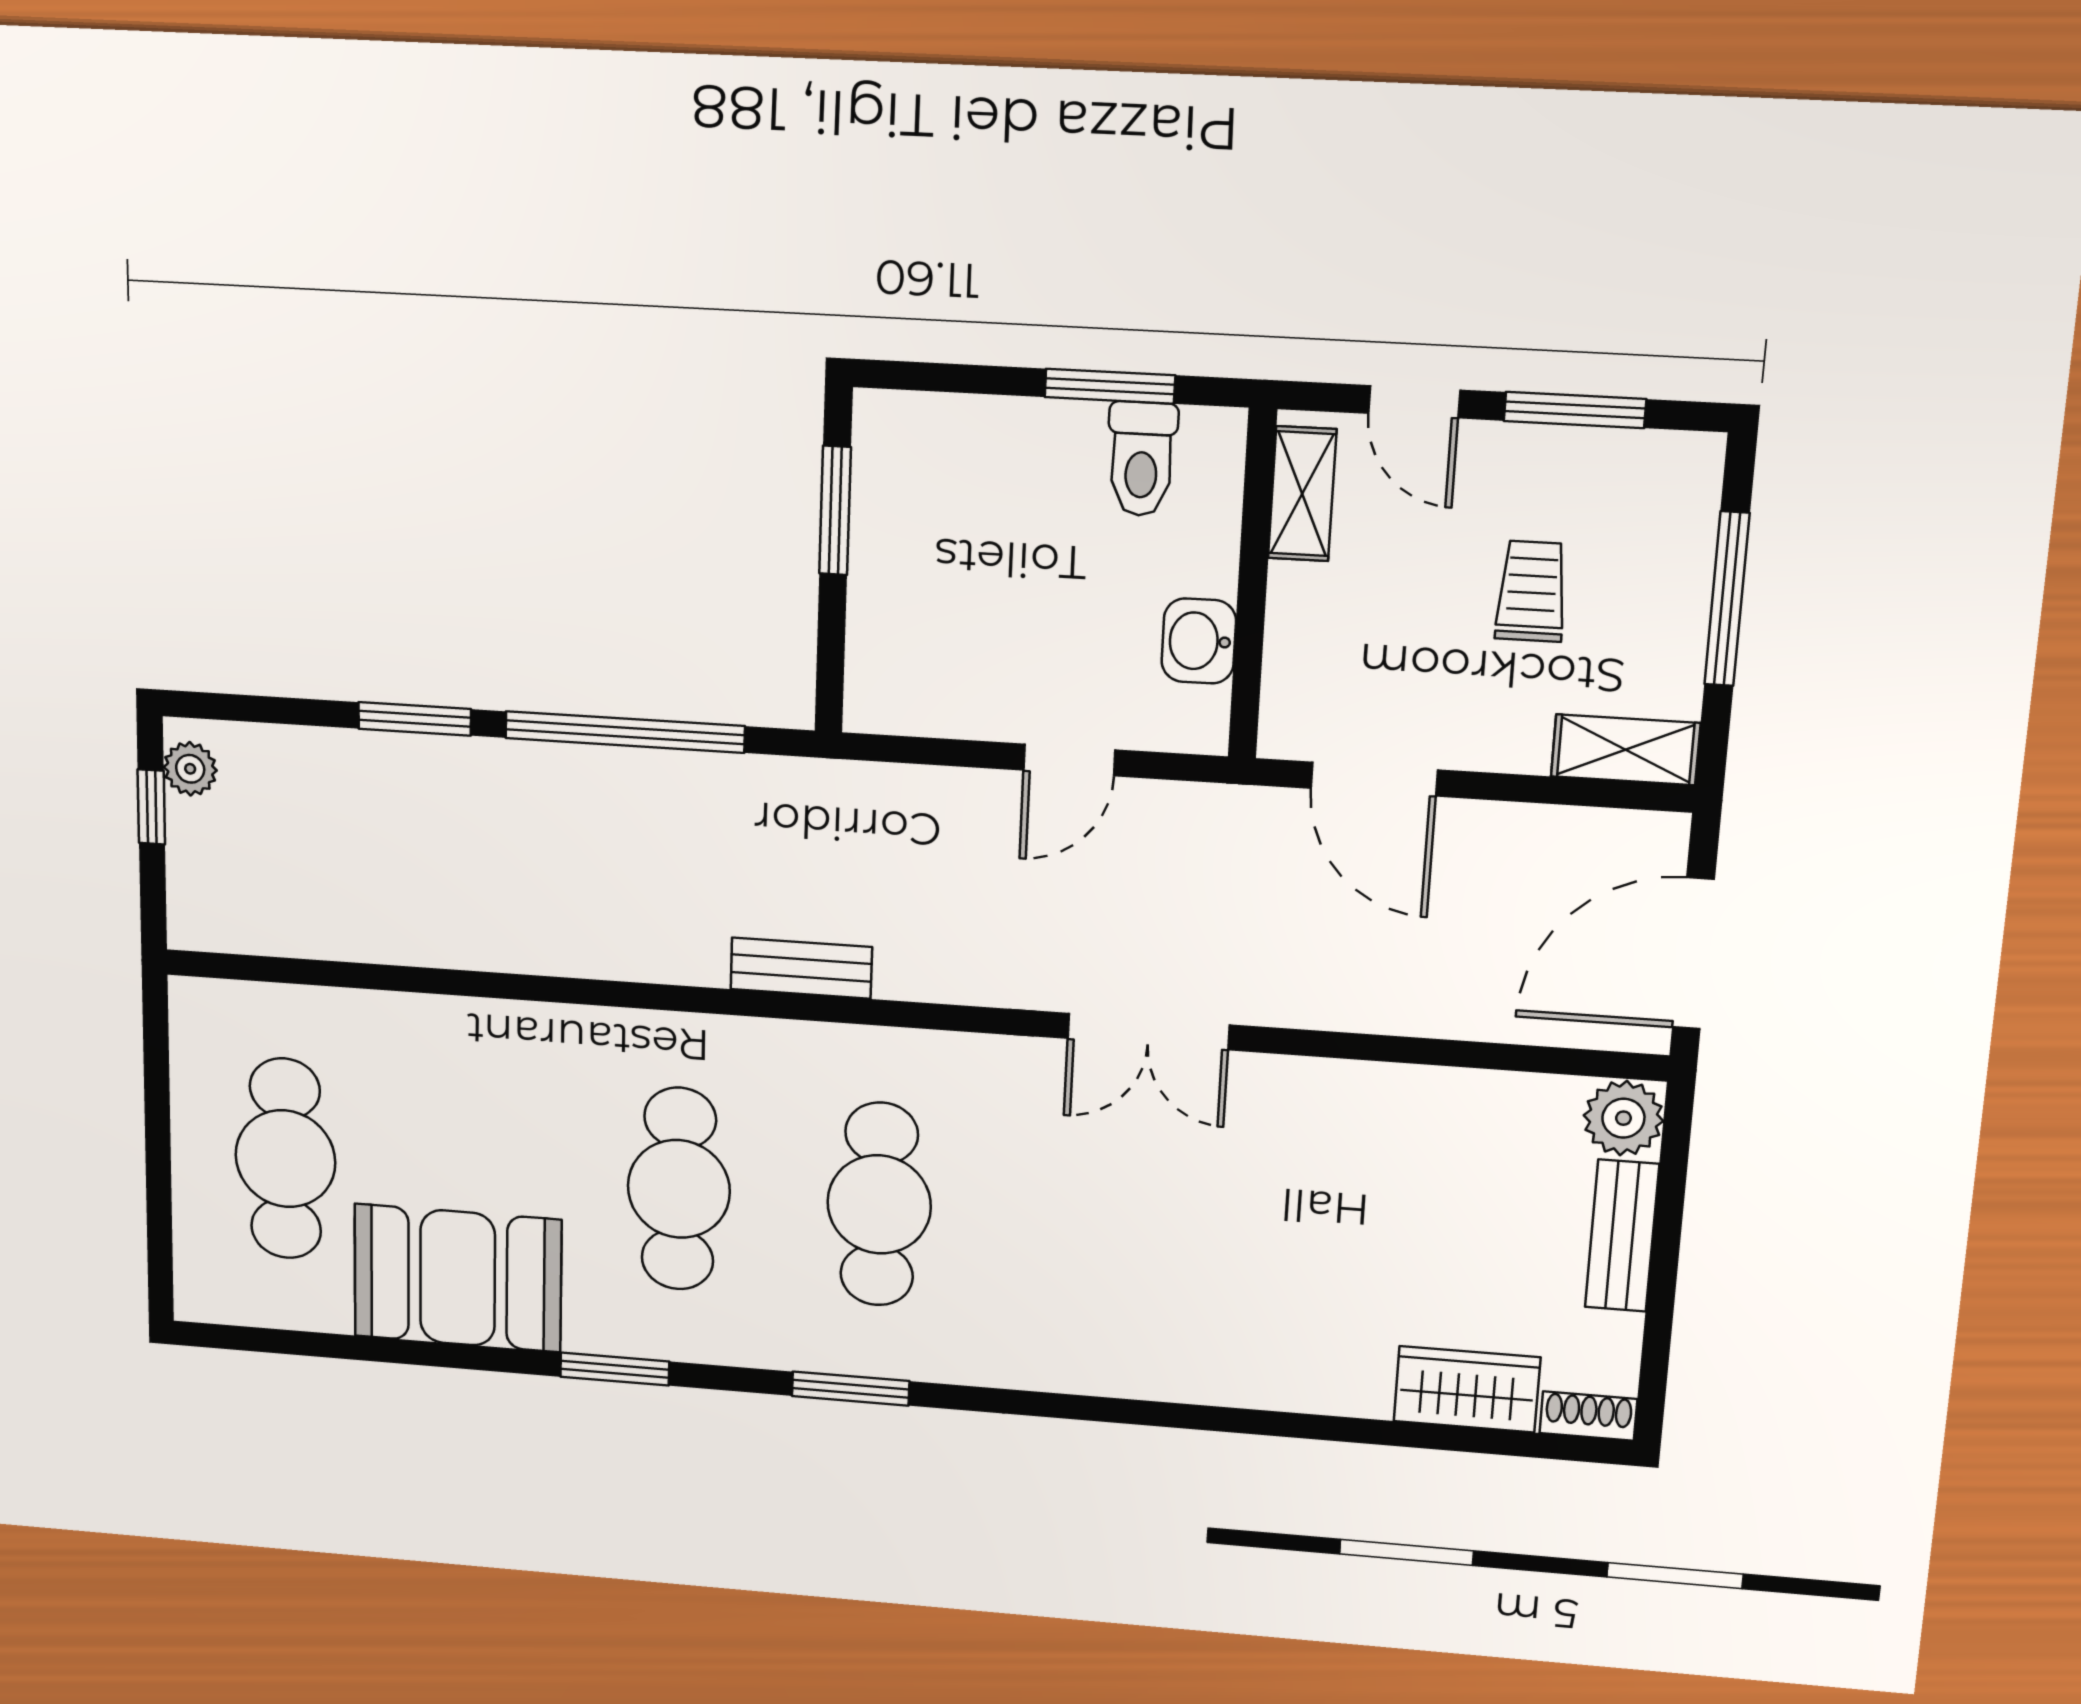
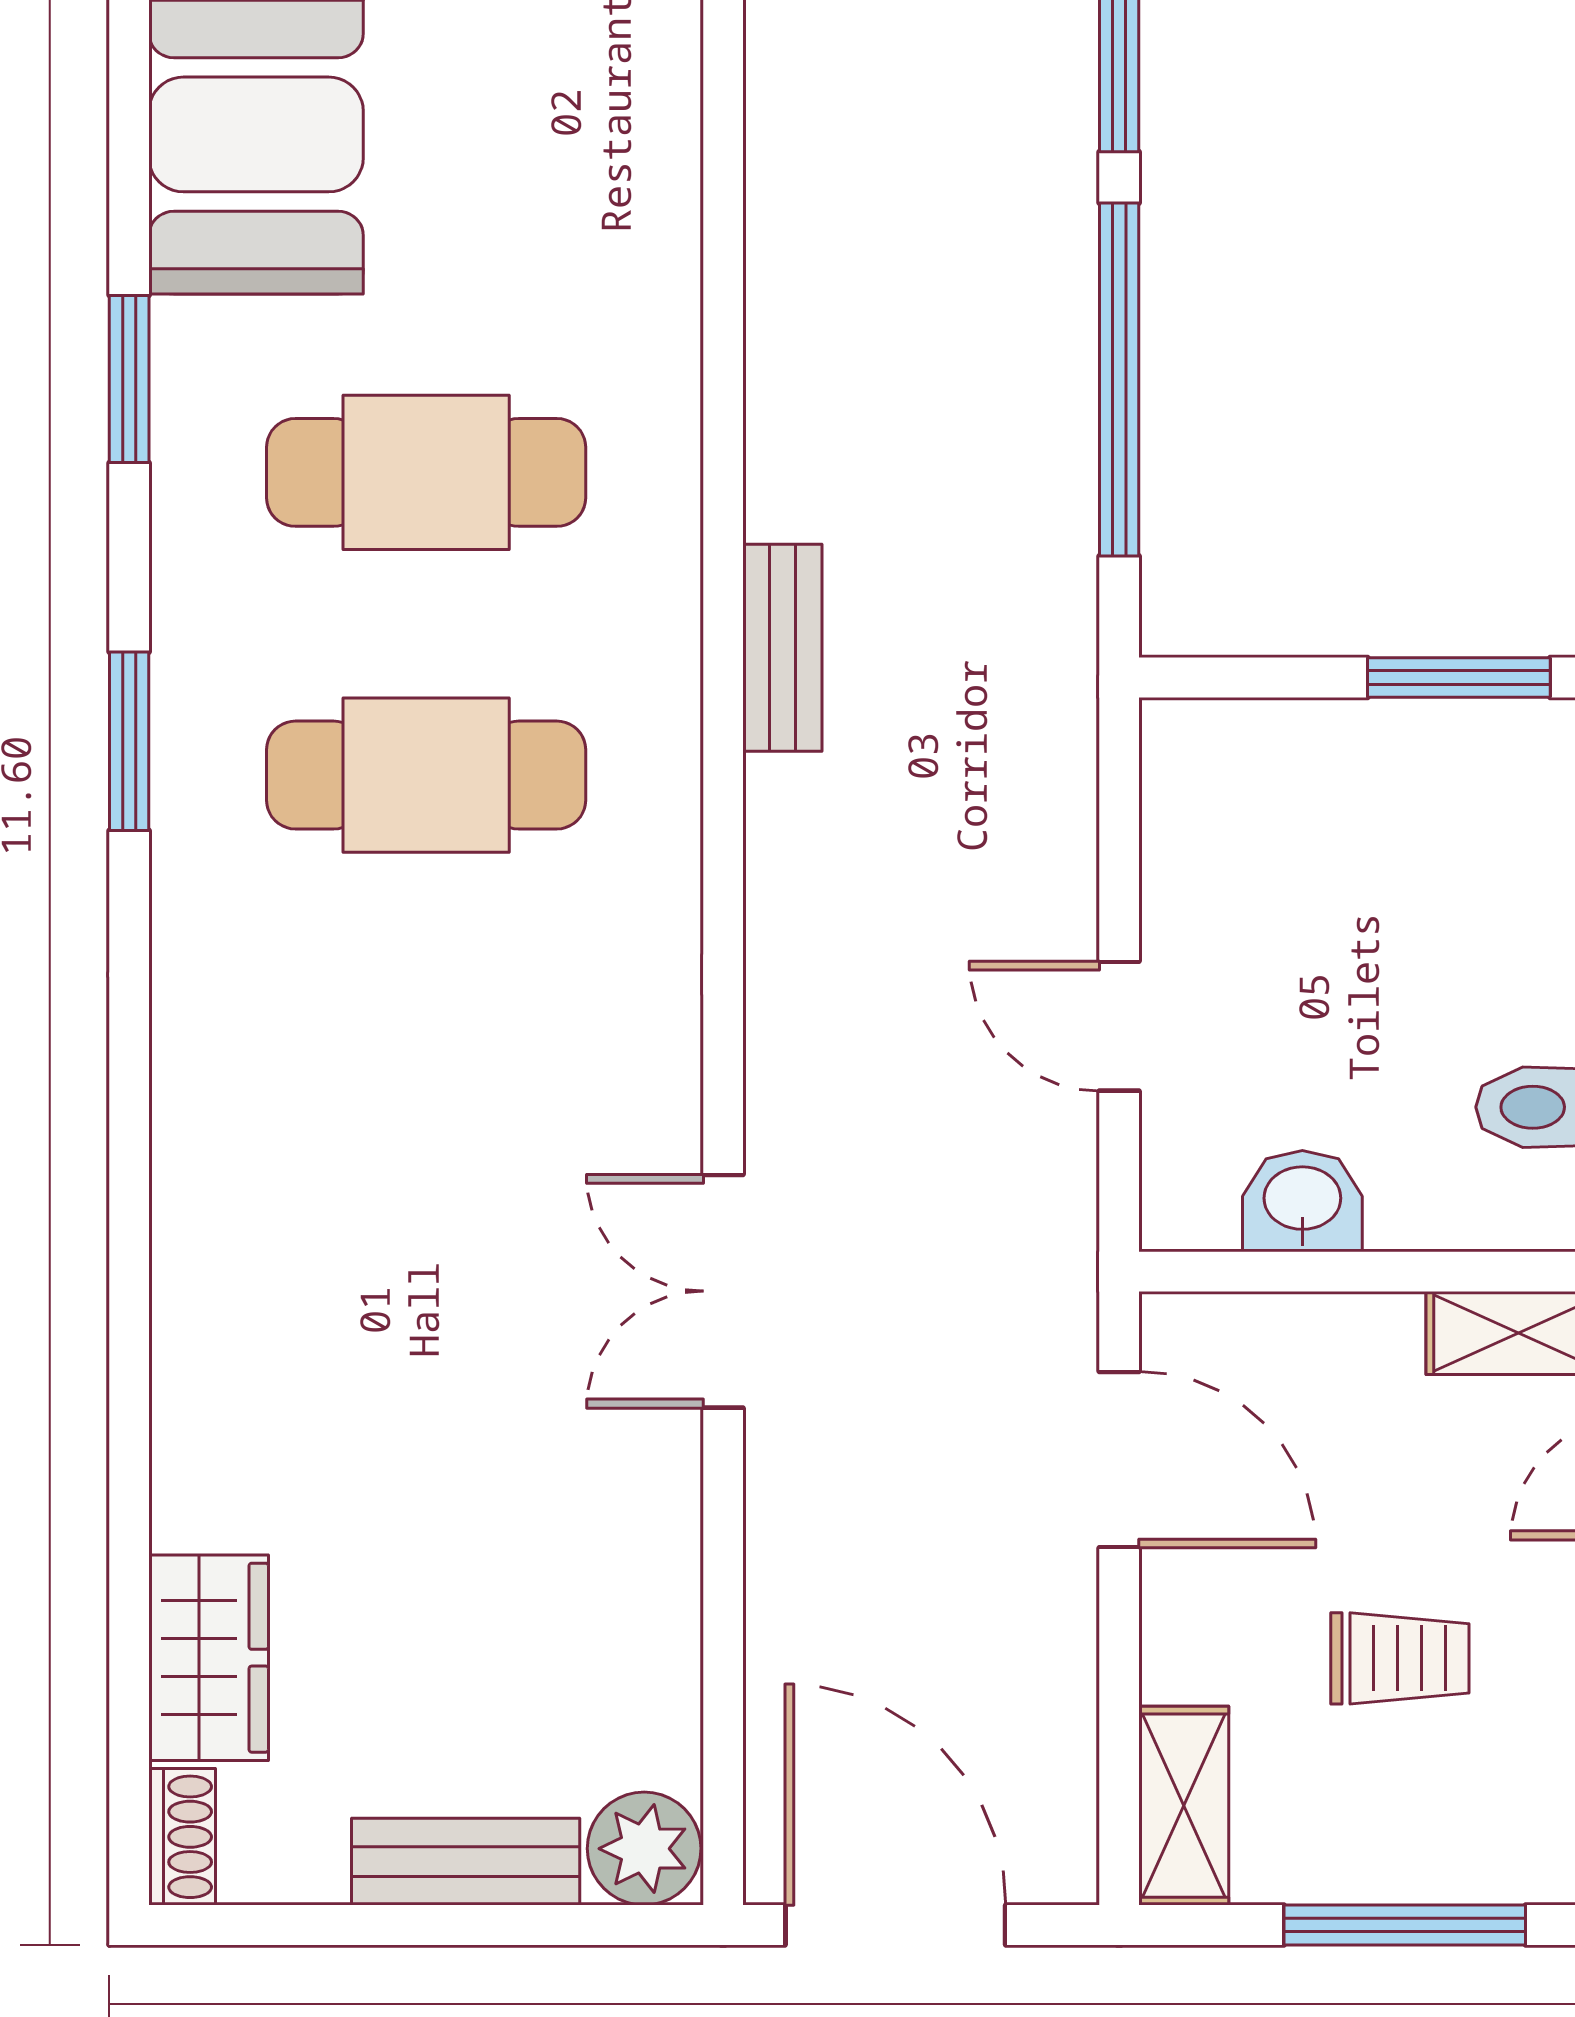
door: (1374, 779) -> (1119, 1460), swing flipped
double door: (1148, 1032) -> (723, 1291), moved

